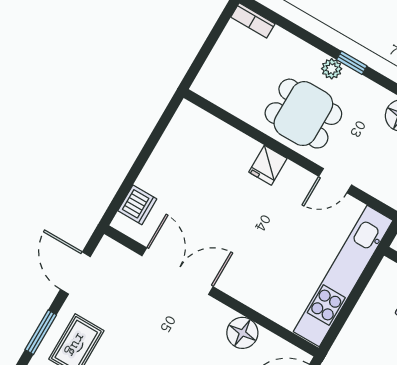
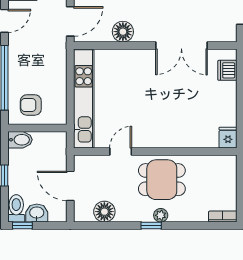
fridge: (268, 165) -> (228, 138), moved

